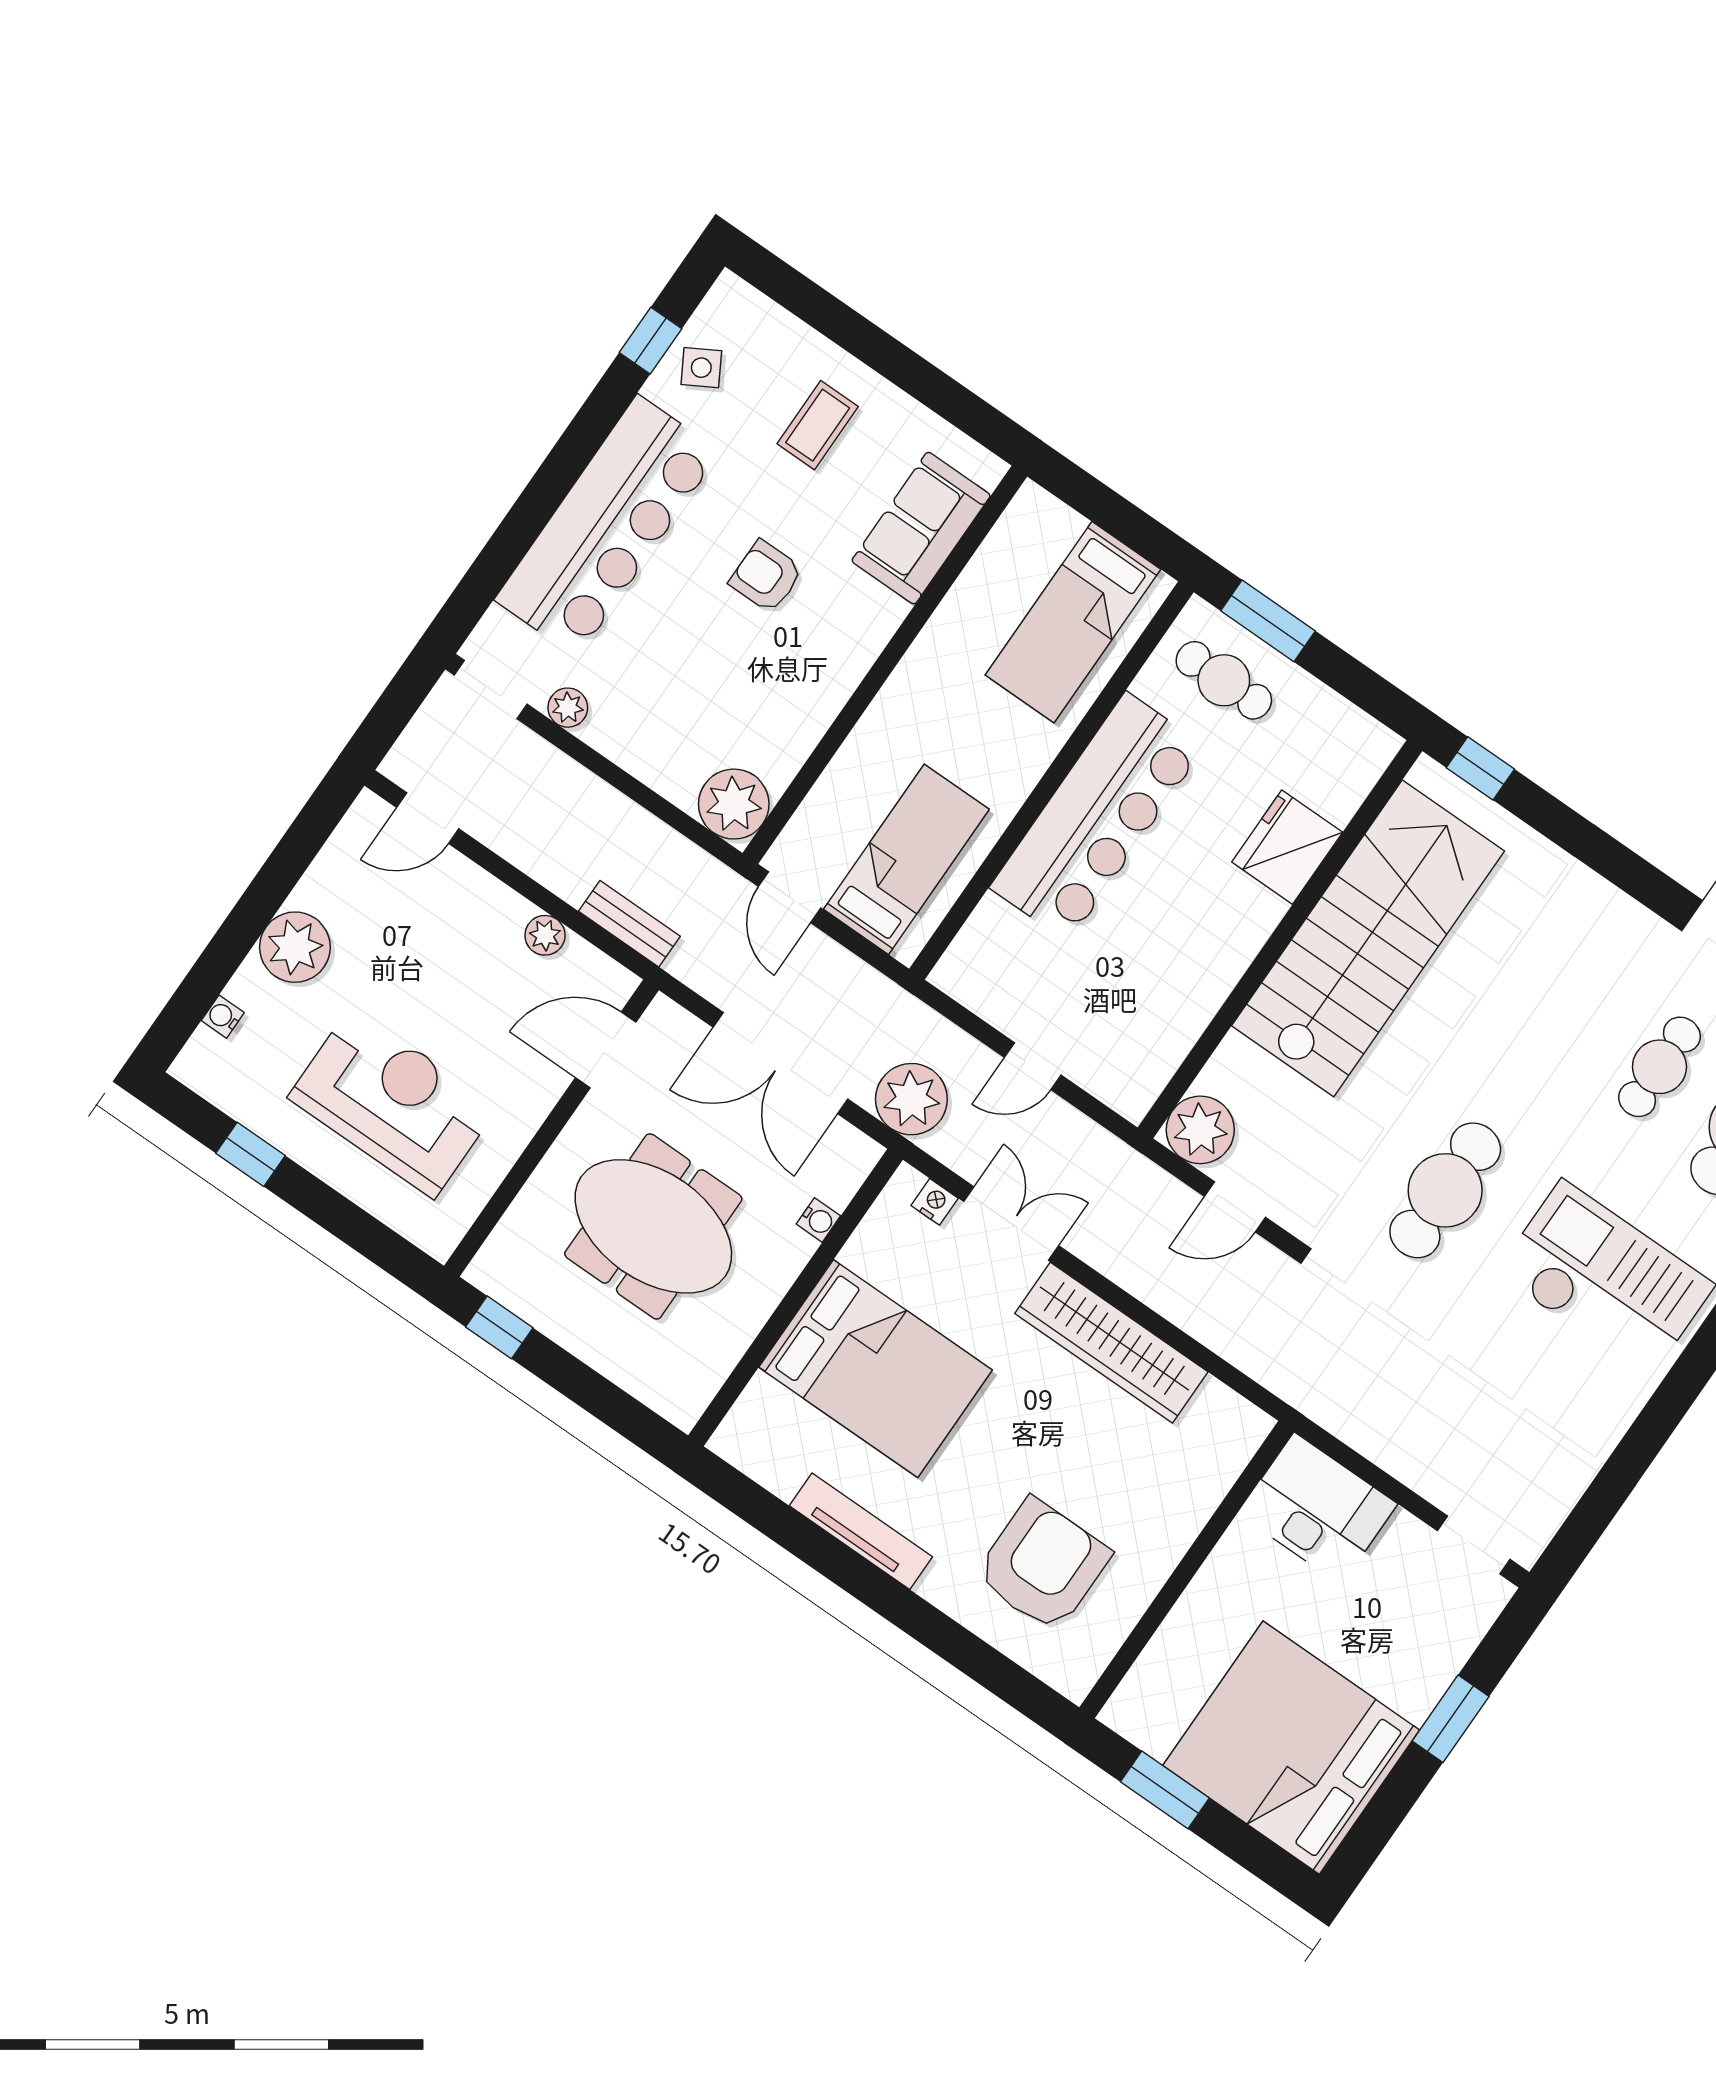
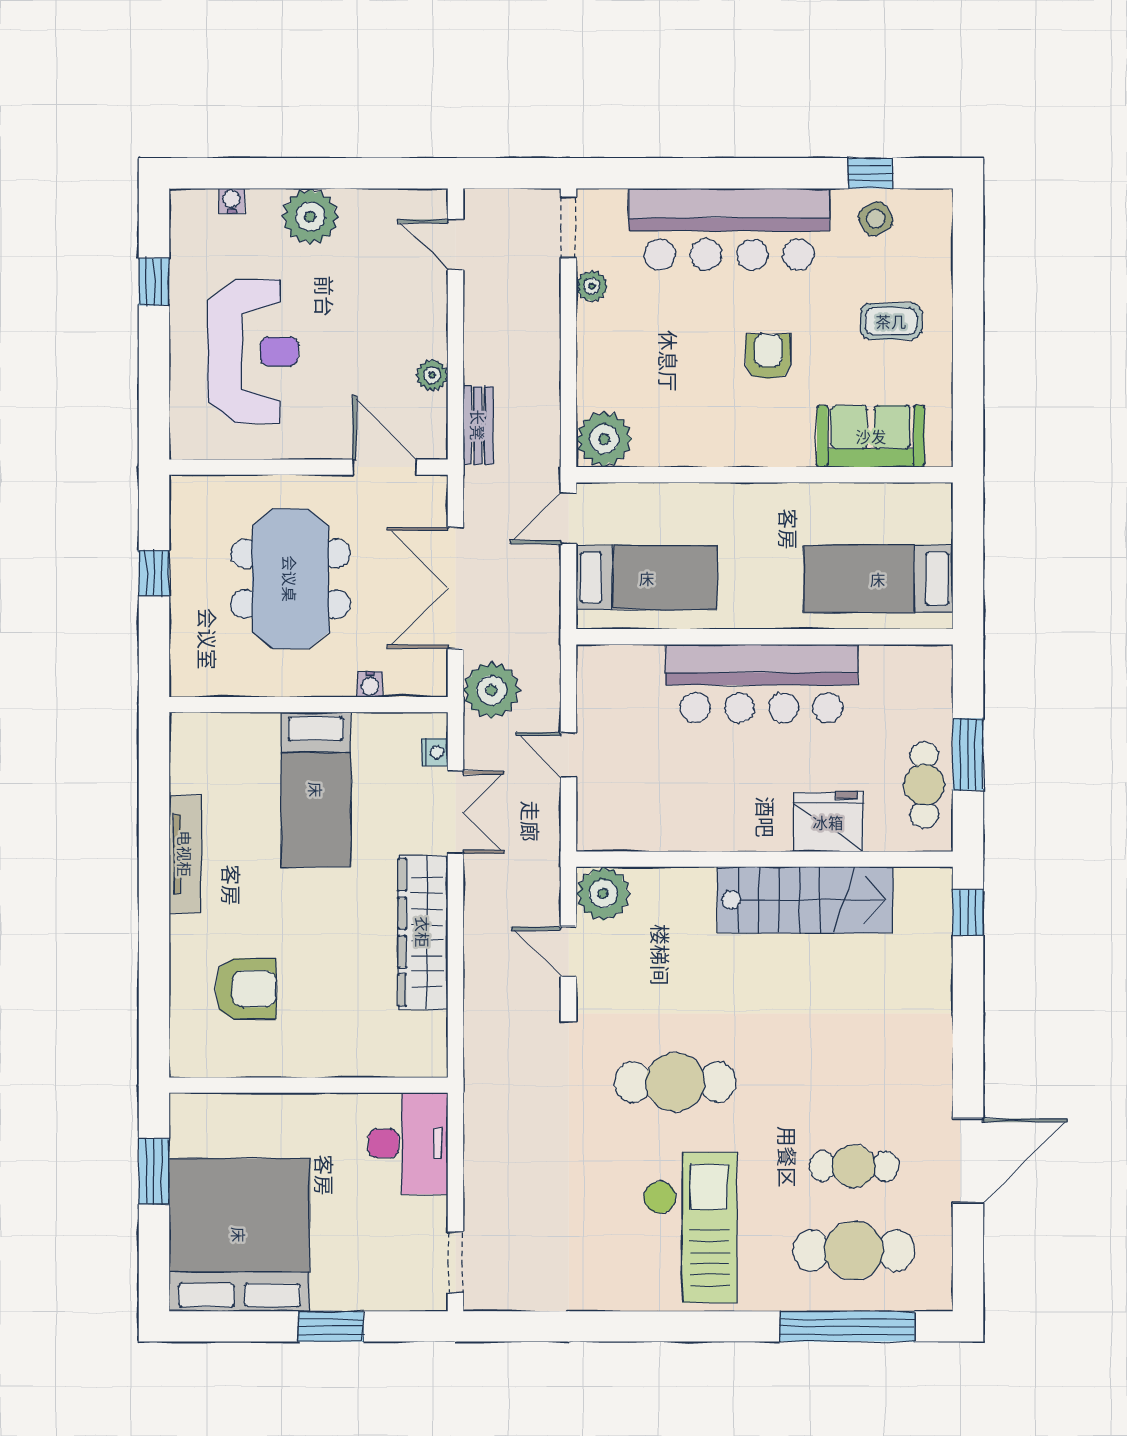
window: (1268, 621) -> (968, 754), moved
cafe table: (1224, 680) -> (924, 785), moved
stairs: (1368, 938) -> (805, 900), width x0.73, depth x0.66
window: (499, 1327) -> (154, 573), moved
bed: (876, 1369) -> (316, 790), width x0.67
armchair: (1043, 1565) -> (246, 989), width x0.73, depth x0.73

